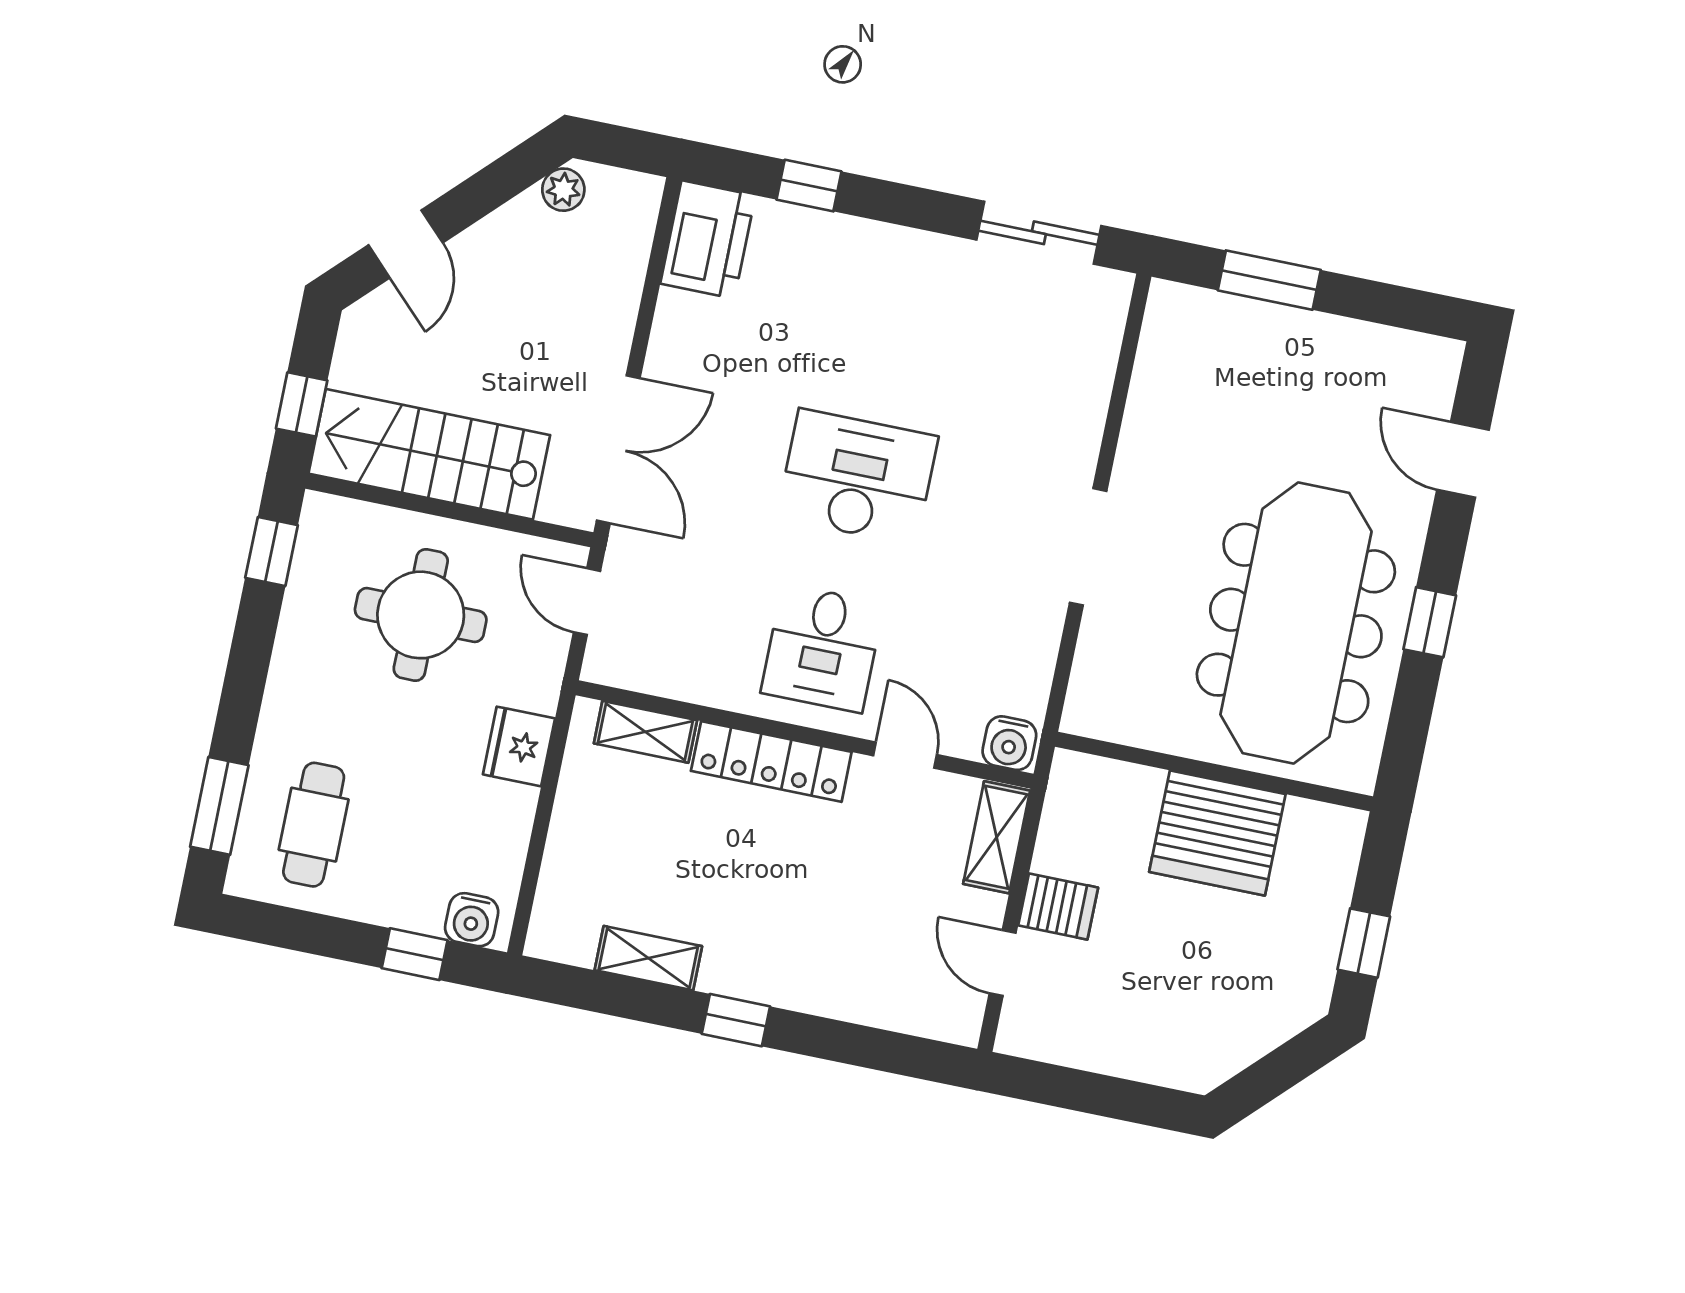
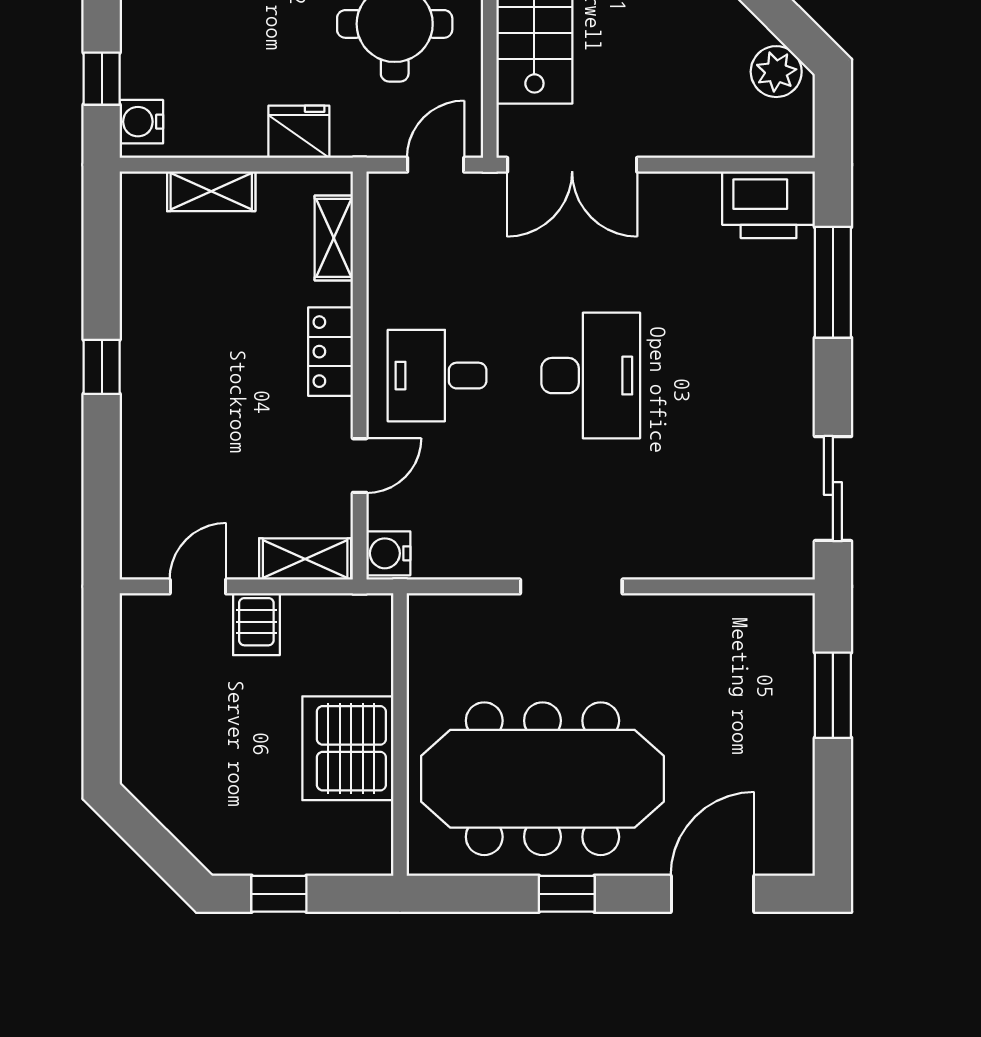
window: (809, 186) -> (833, 282), width x2.17
plant: (563, 190) -> (776, 72), width x1.38, depth x1.38
door: (1463, 460) -> (712, 894), width x1.38
locker: (771, 761) -> (331, 352), width x0.66
shelving: (648, 958) -> (211, 191), moved, turned 90

